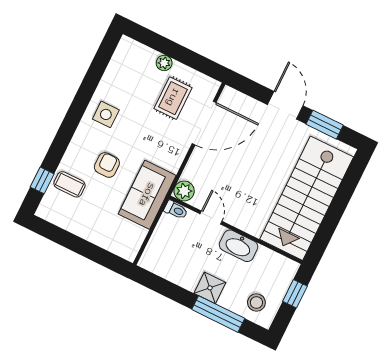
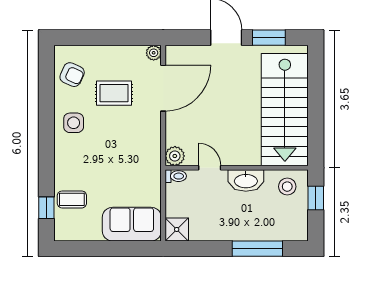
plant: (164, 63) -> (154, 53), moved
rug: (173, 98) -> (114, 93), moved, turned 90
armchair: (107, 165) -> (72, 75), moved, turned 114
sofa: (147, 195) -> (132, 224), moved, turned 90
shower: (210, 288) -> (177, 229), moved
stool: (256, 302) -> (287, 187), moved

